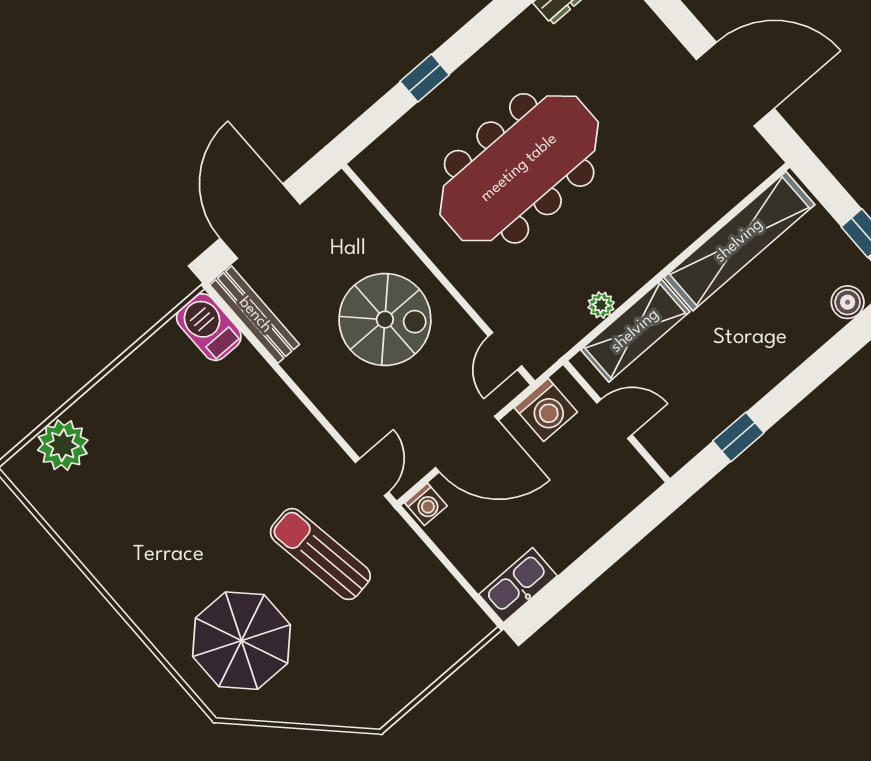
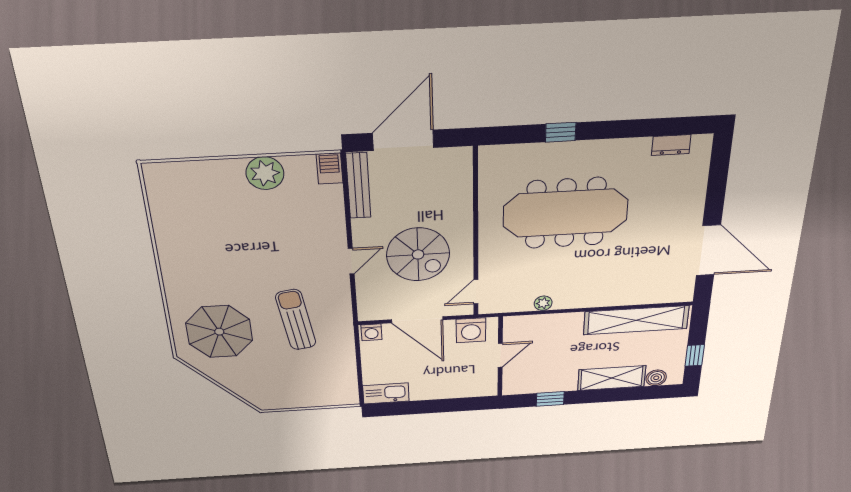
spiral stairs: (385, 320) -> (418, 254), moved
barbecue: (209, 327) -> (330, 168), width x0.73, depth x0.79
shelving: (635, 331) -> (612, 378), moved
door: (614, 419) -> (500, 355), hinge flipped
plant: (63, 445) -> (265, 173), moved
door: (372, 477) -> (351, 261), moved

